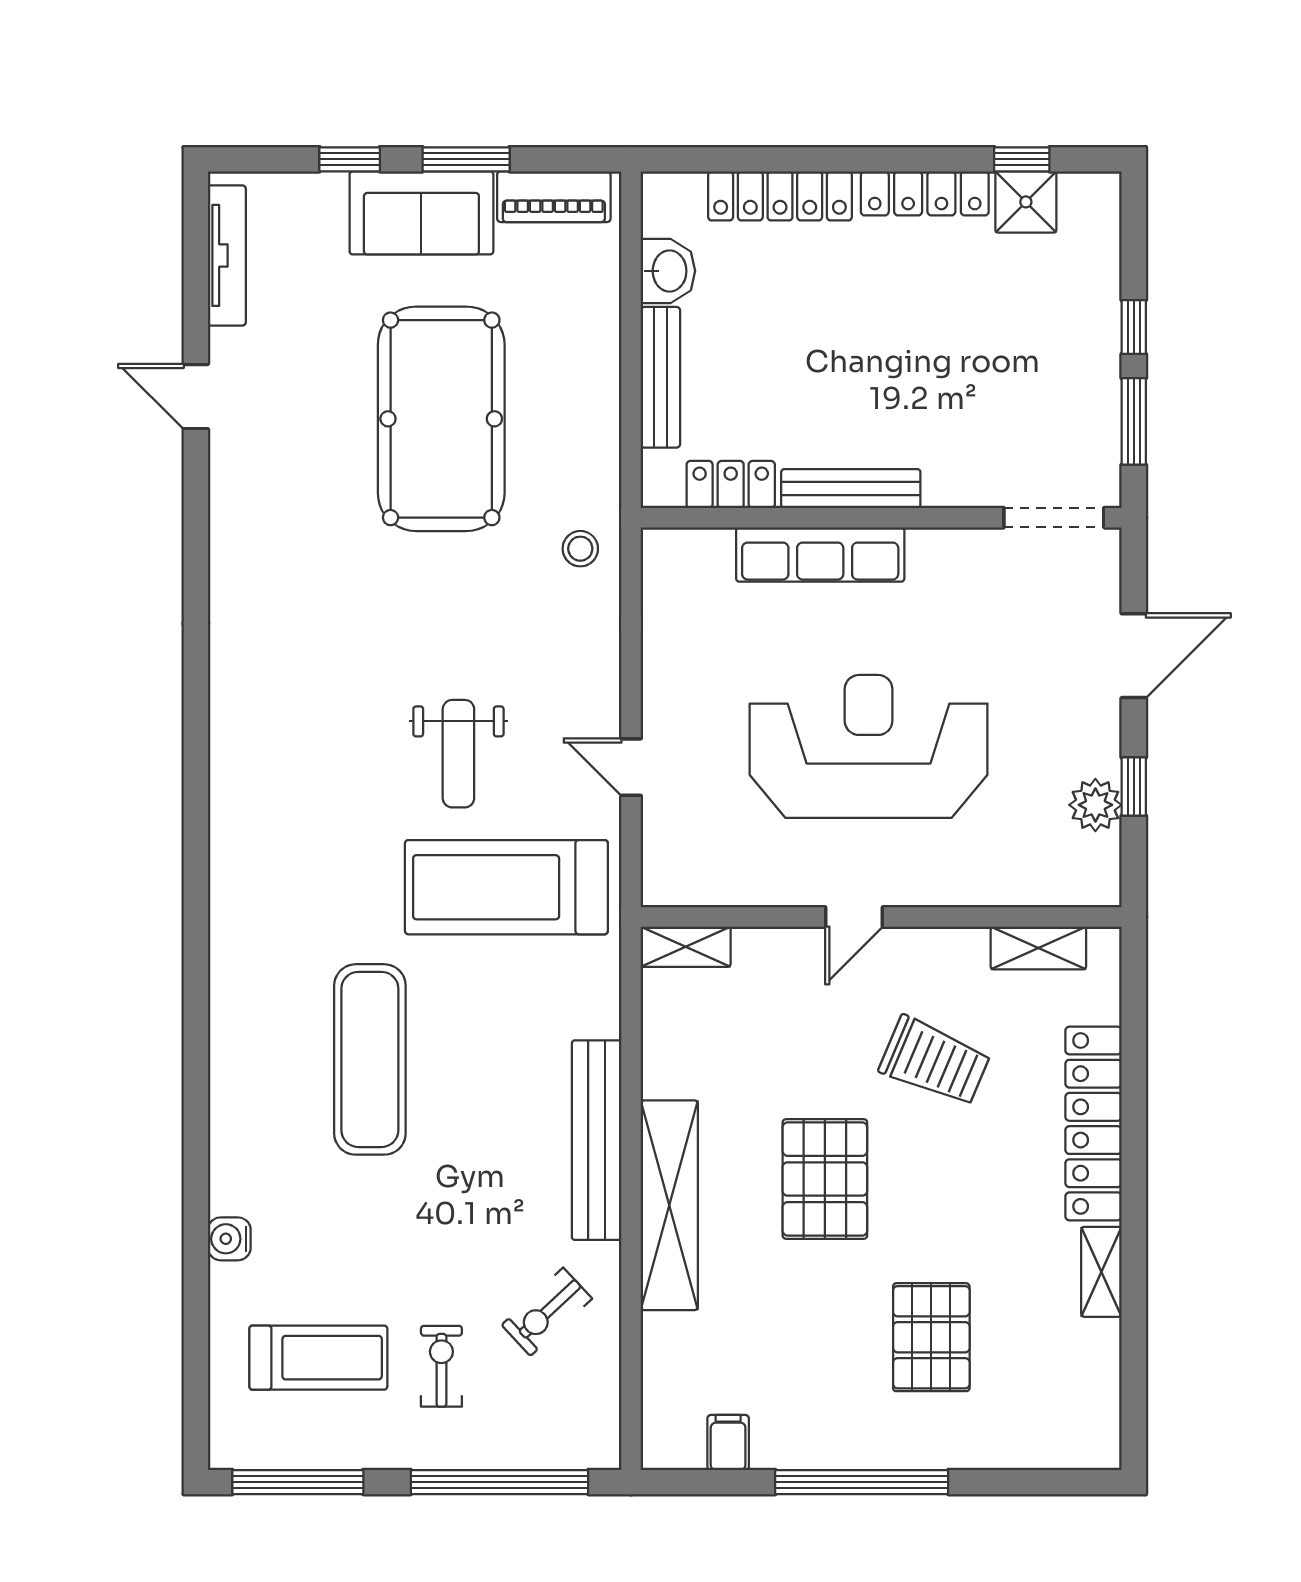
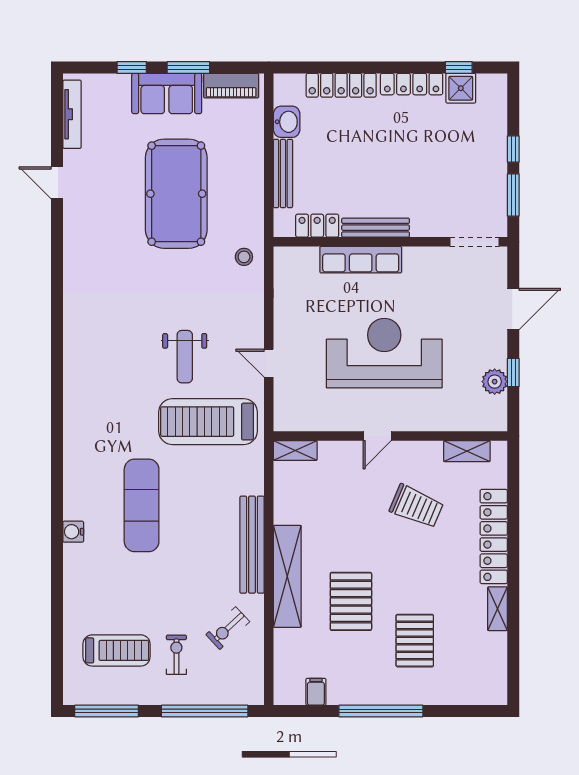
pallet: (825, 1179) -> (351, 601), moved
water cooler: (229, 1239) -> (73, 532), moved

